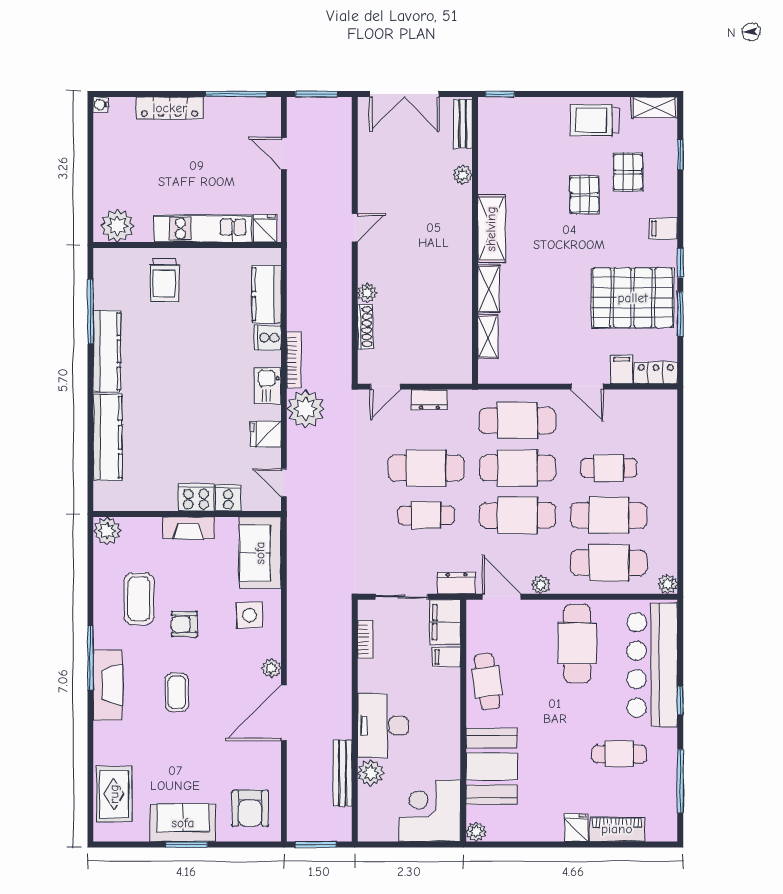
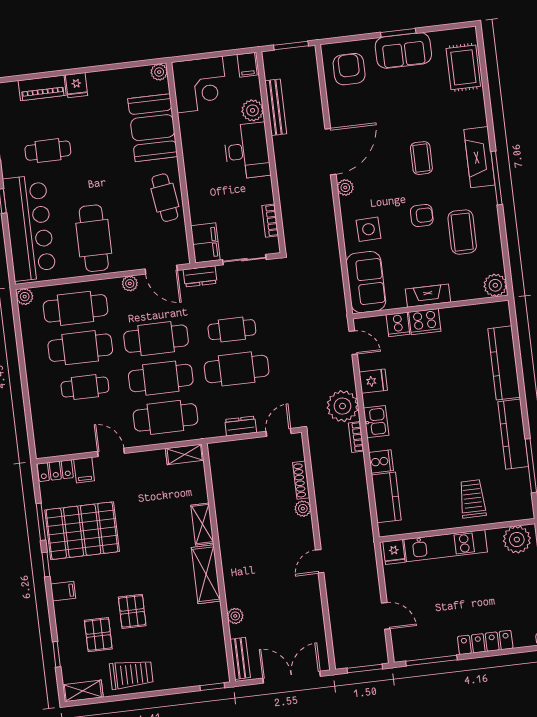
shelving: (488, 337) -> (185, 454), moved, turned 90
bookcase: (294, 360) -> (356, 437), width x0.64
filing cabinet: (447, 657) -> (247, 65), moved, turned 90

